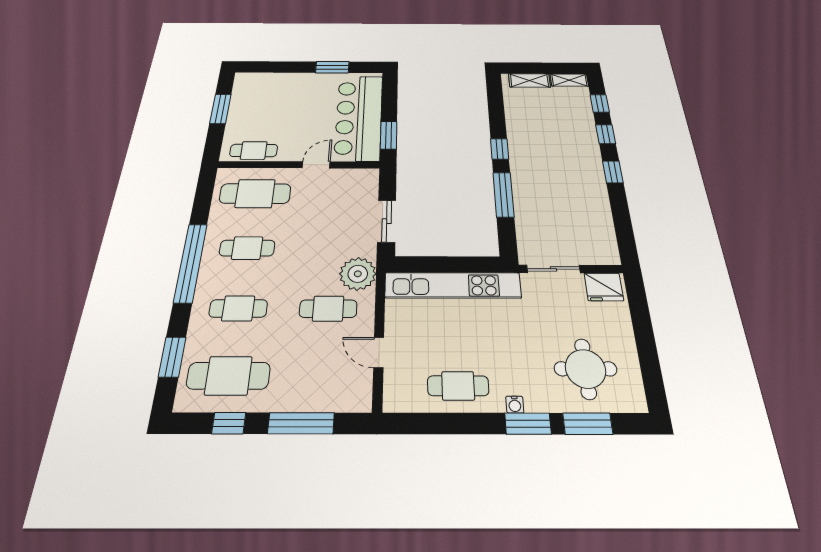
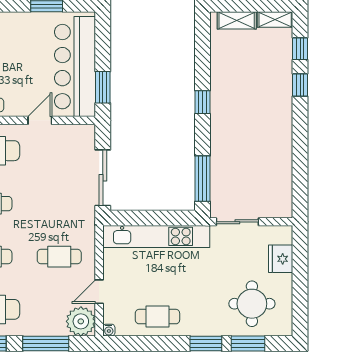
window: (613, 172) -> (300, 127), removed
window: (503, 195) -> (202, 179), moved
sliding door: (387, 221) -> (103, 178), width x1.37
plant: (358, 274) -> (81, 321), moved
fridge: (604, 287) -> (281, 259), moved, turned 90
door: (379, 352) -> (99, 292), hinge flipped
water cooler: (515, 405) -> (109, 330), moved

